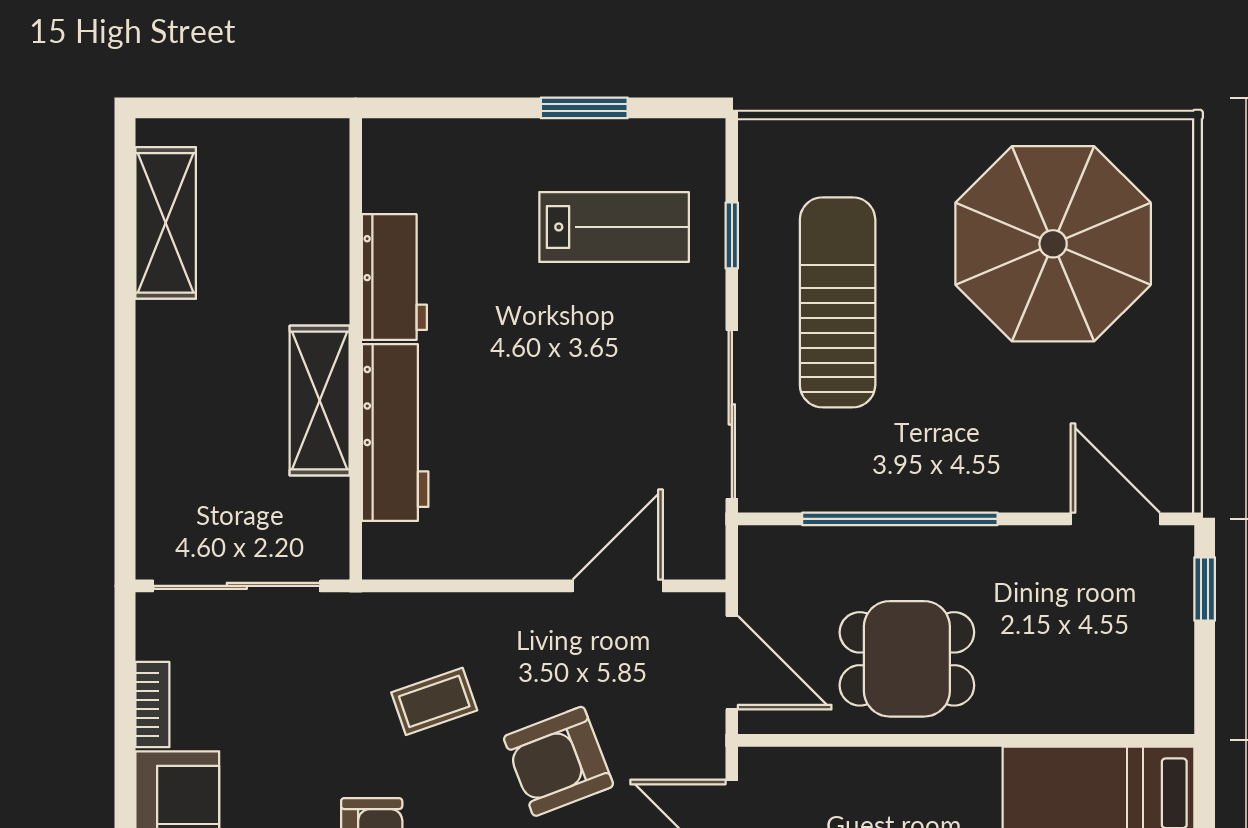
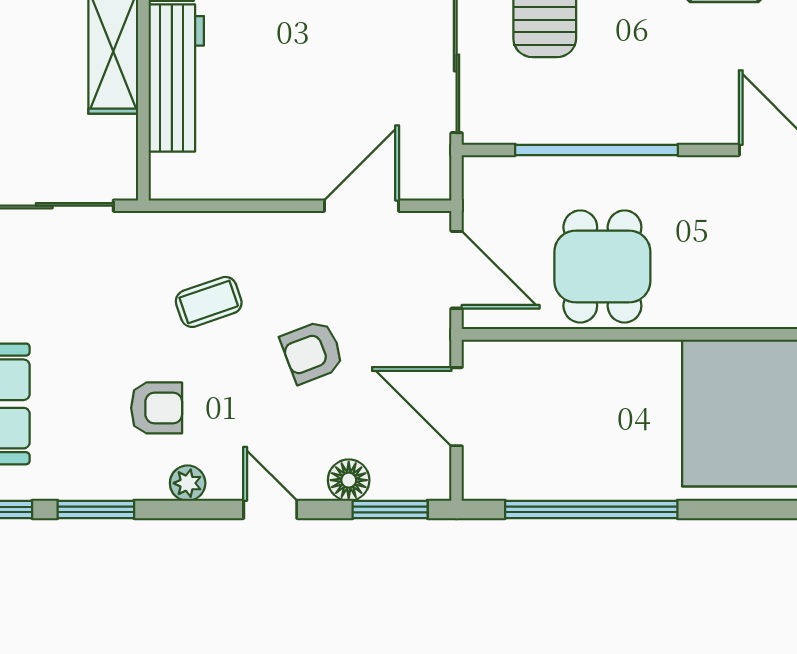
dining table: (907, 659) -> (602, 266), turned 90
armchair: (558, 761) -> (312, 352), width x0.72, depth x0.72

